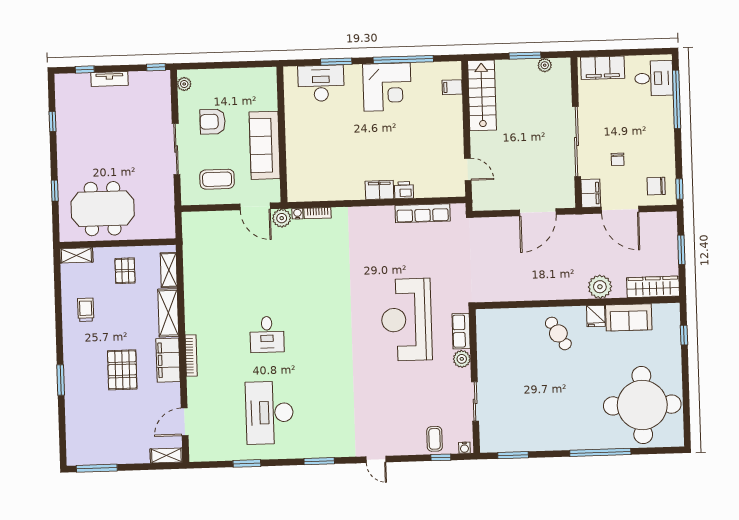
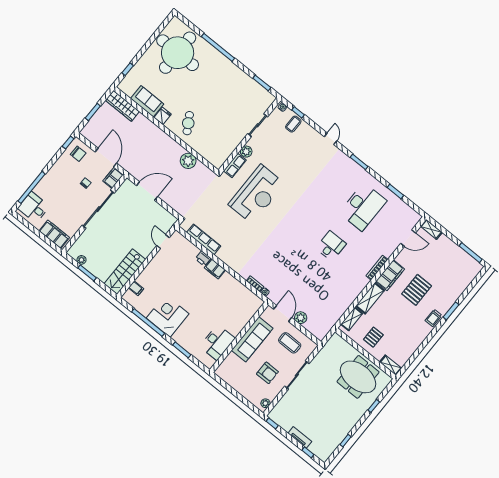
desk: (321, 83) -> (217, 342), moved, turned -90
plant: (282, 218) -> (301, 318), moved
plant: (600, 287) -> (188, 161), moved
trolley: (86, 310) -> (433, 318), moved

